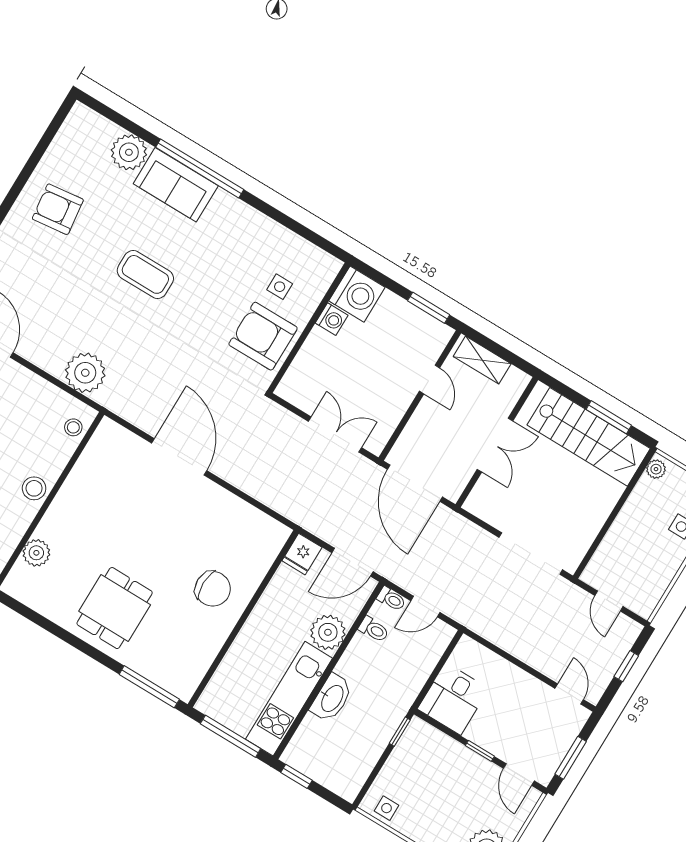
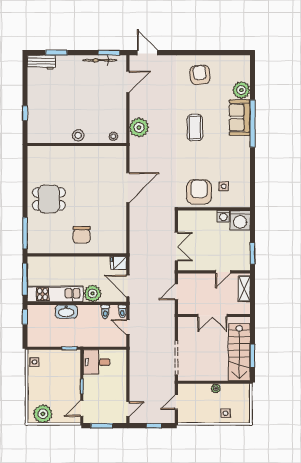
plant: (656, 469) -> (216, 388), moved
door: (415, 483) -> (176, 292), width x0.53
plant: (36, 553) -> (52, 153), removed

